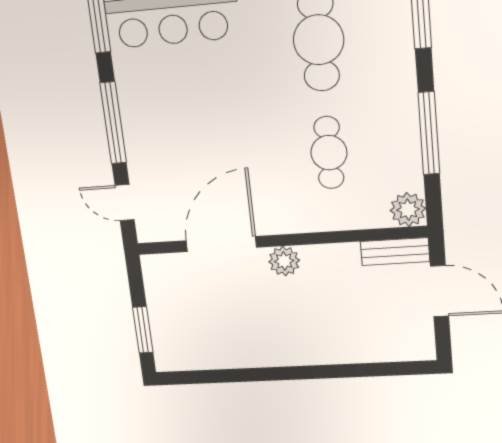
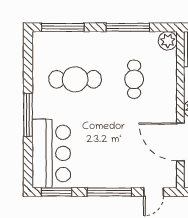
cafe table: (329, 153) -> (134, 79), turned 90

